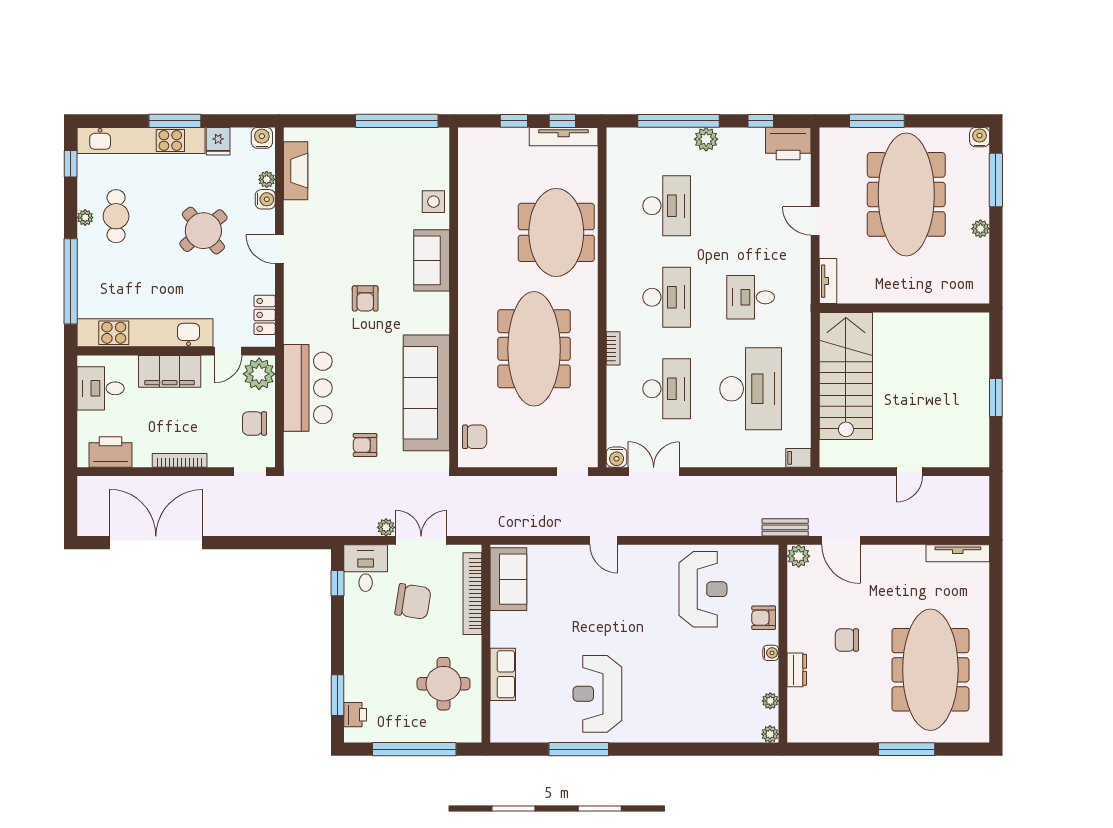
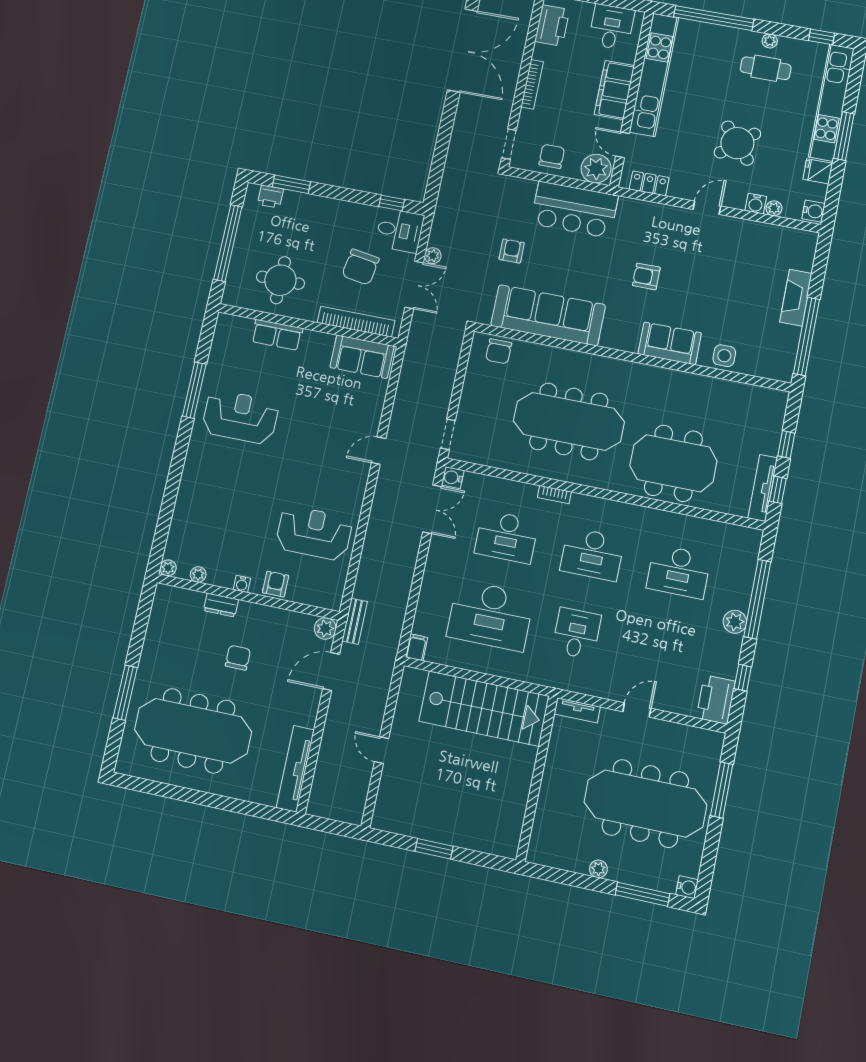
fireplace: (296, 171) -> (796, 298), moved, turned 90
tv unit: (958, 553) -> (295, 769), width x1.36, depth x1.29
reception desk: (703, 589) -> (314, 533), turned 180

